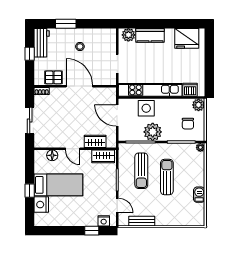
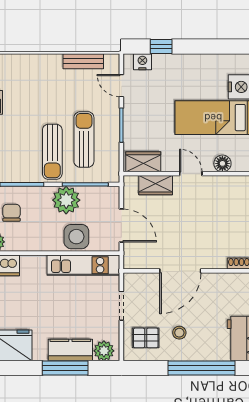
window: (66, 24) -> (202, 368), width x2.11
window: (153, 24) -> (65, 368), added
pallet: (53, 77) -> (146, 338), moved
door: (79, 86) -> (180, 271), hinge flipped
kitchen unit: (150, 90) -> (83, 265), width x0.73
sun lounger: (167, 177) -> (52, 152), moved

